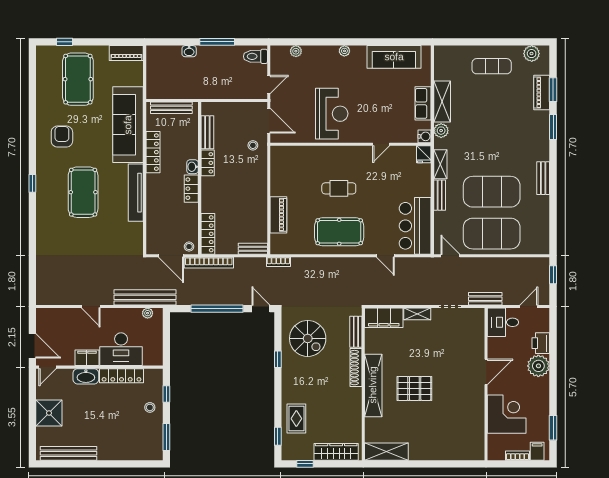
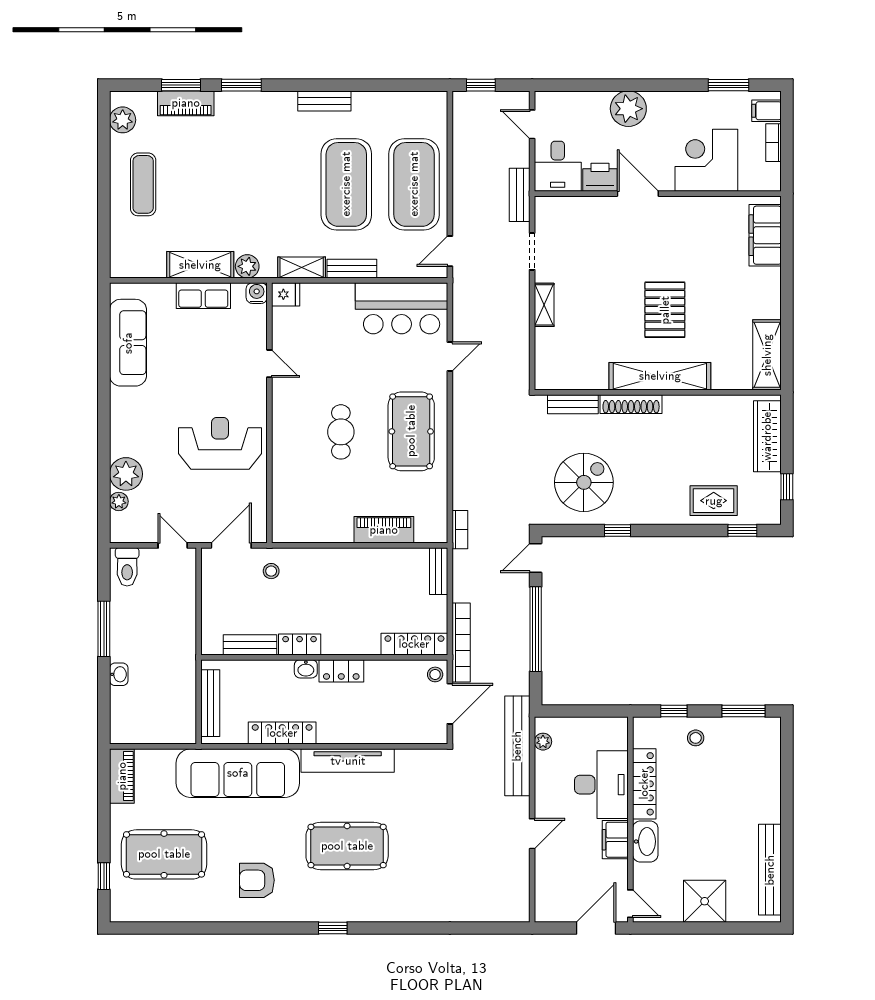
plant: (344, 51) -> (126, 474), moved, width x1.88, depth x1.88
filing cabinet: (384, 318) -> (765, 235), moved, turned 180
printer: (541, 343) -> (600, 177), moved, turned 180

